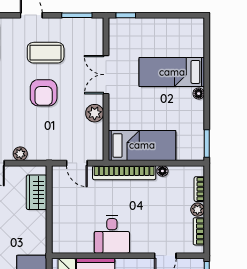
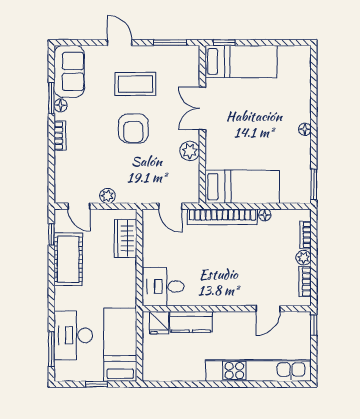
bed: (172, 72) -> (241, 62), moved, turned 180
desk: (112, 234) -> (163, 287), moved, turned 90

